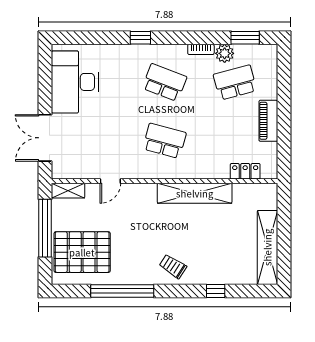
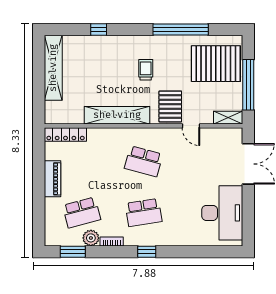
window: (140, 38) -> (147, 252), moved
school desk: (164, 83) -> (144, 212), turned -30
locker: (245, 171) -> (66, 135), width x1.53
door: (110, 181) -> (191, 126), swing flipped
pallet: (134, 203) -> (170, 106), added
trolley: (173, 266) -> (146, 70), moved, turned -123

